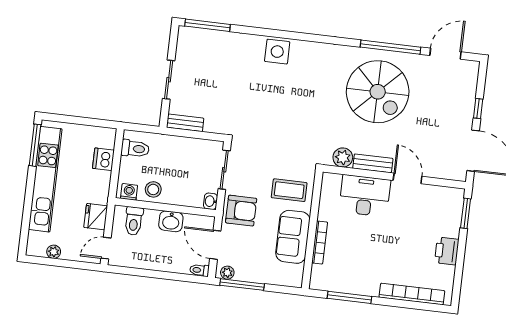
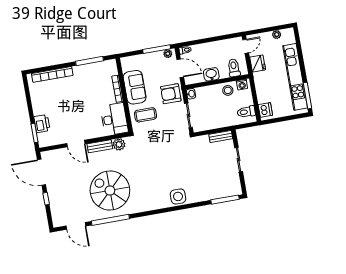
door: (445, 54) -> (76, 226), hinge flipped
dishwasher: (103, 159) -> (265, 110), moved
desk: (365, 196) -> (114, 119), moved, turned -90
printer: (447, 251) -> (42, 124), moved

